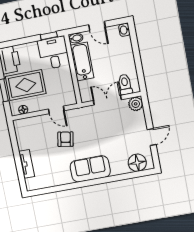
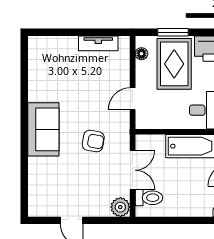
armchair: (65, 139) -> (93, 141), moved
floor lamp: (137, 163) -> (40, 195), removed
tv unit: (27, 164) -> (98, 43), moved

